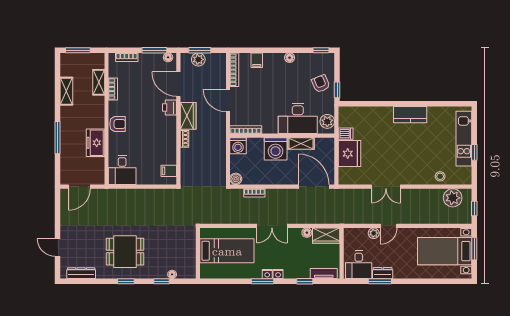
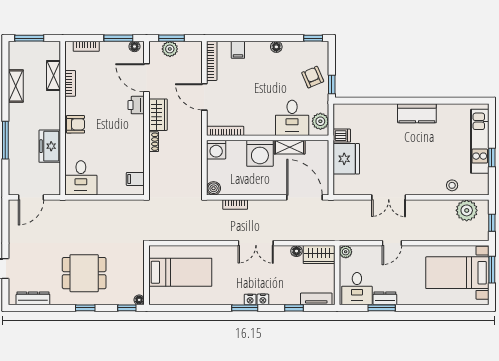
desk: (298, 119) -> (292, 118), width x0.73
plant: (374, 233) -> (346, 252), moved
bed: (227, 251) -> (180, 272), moved
wall: (198, 253) -> (146, 275), moved

